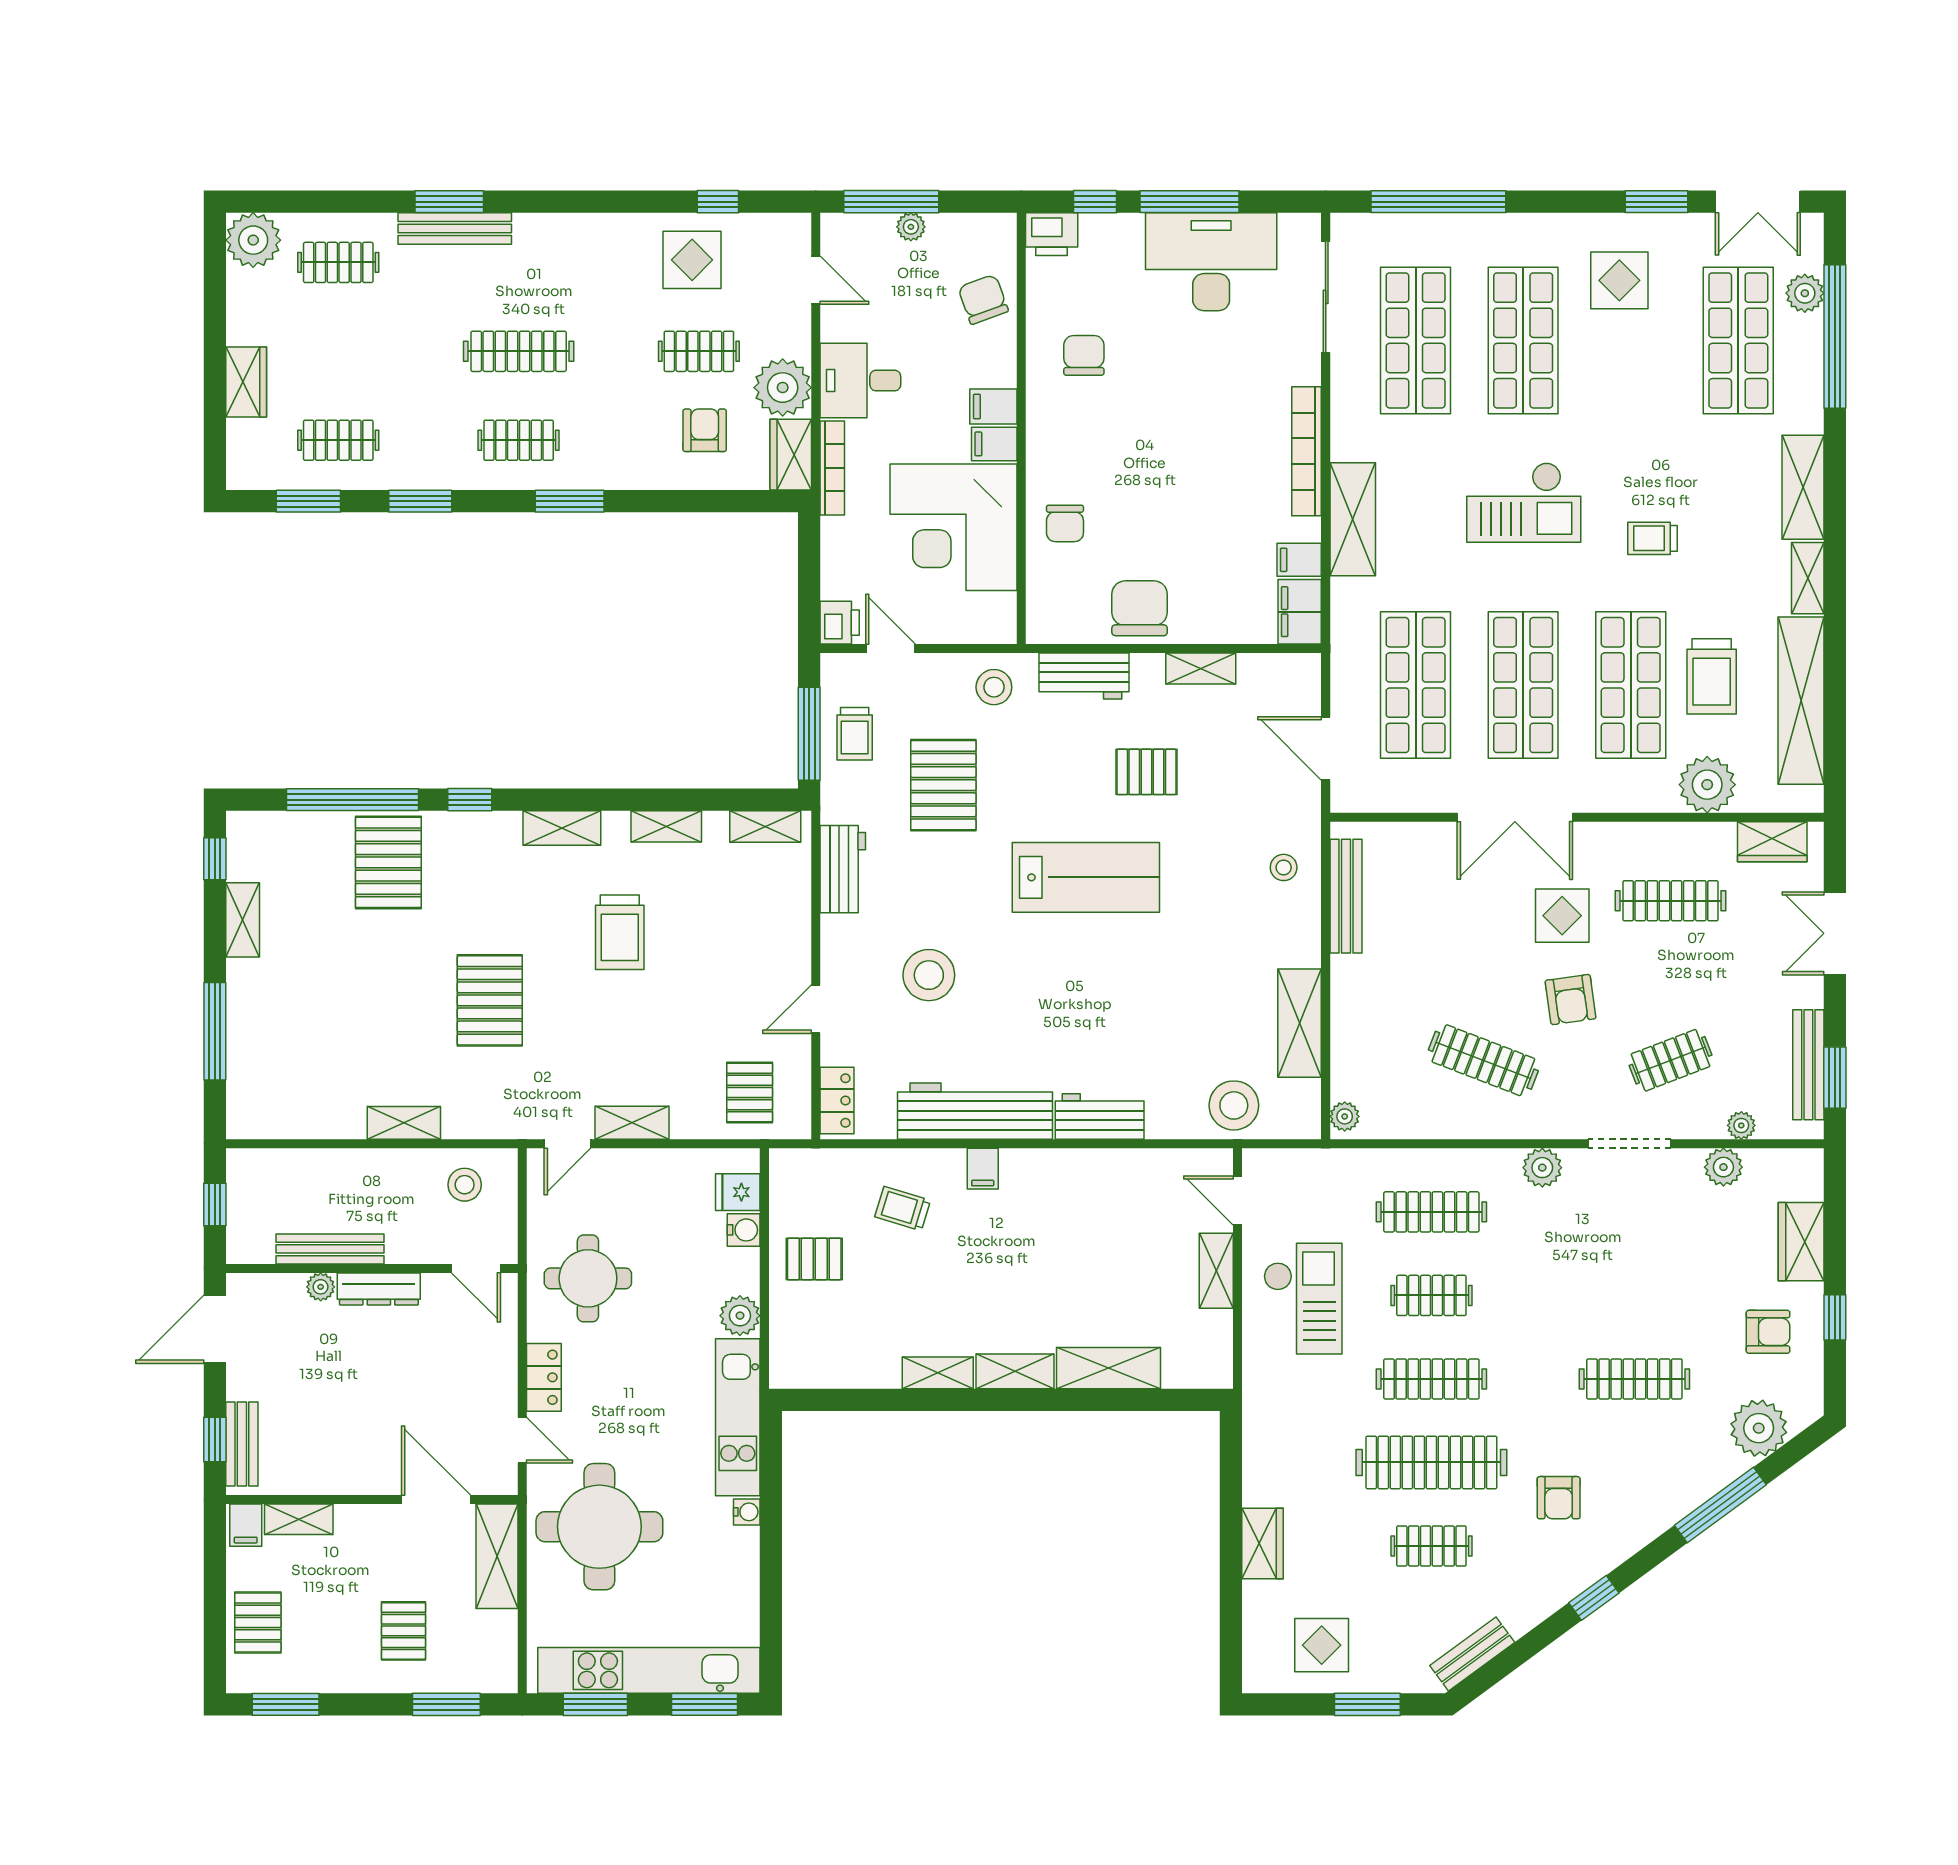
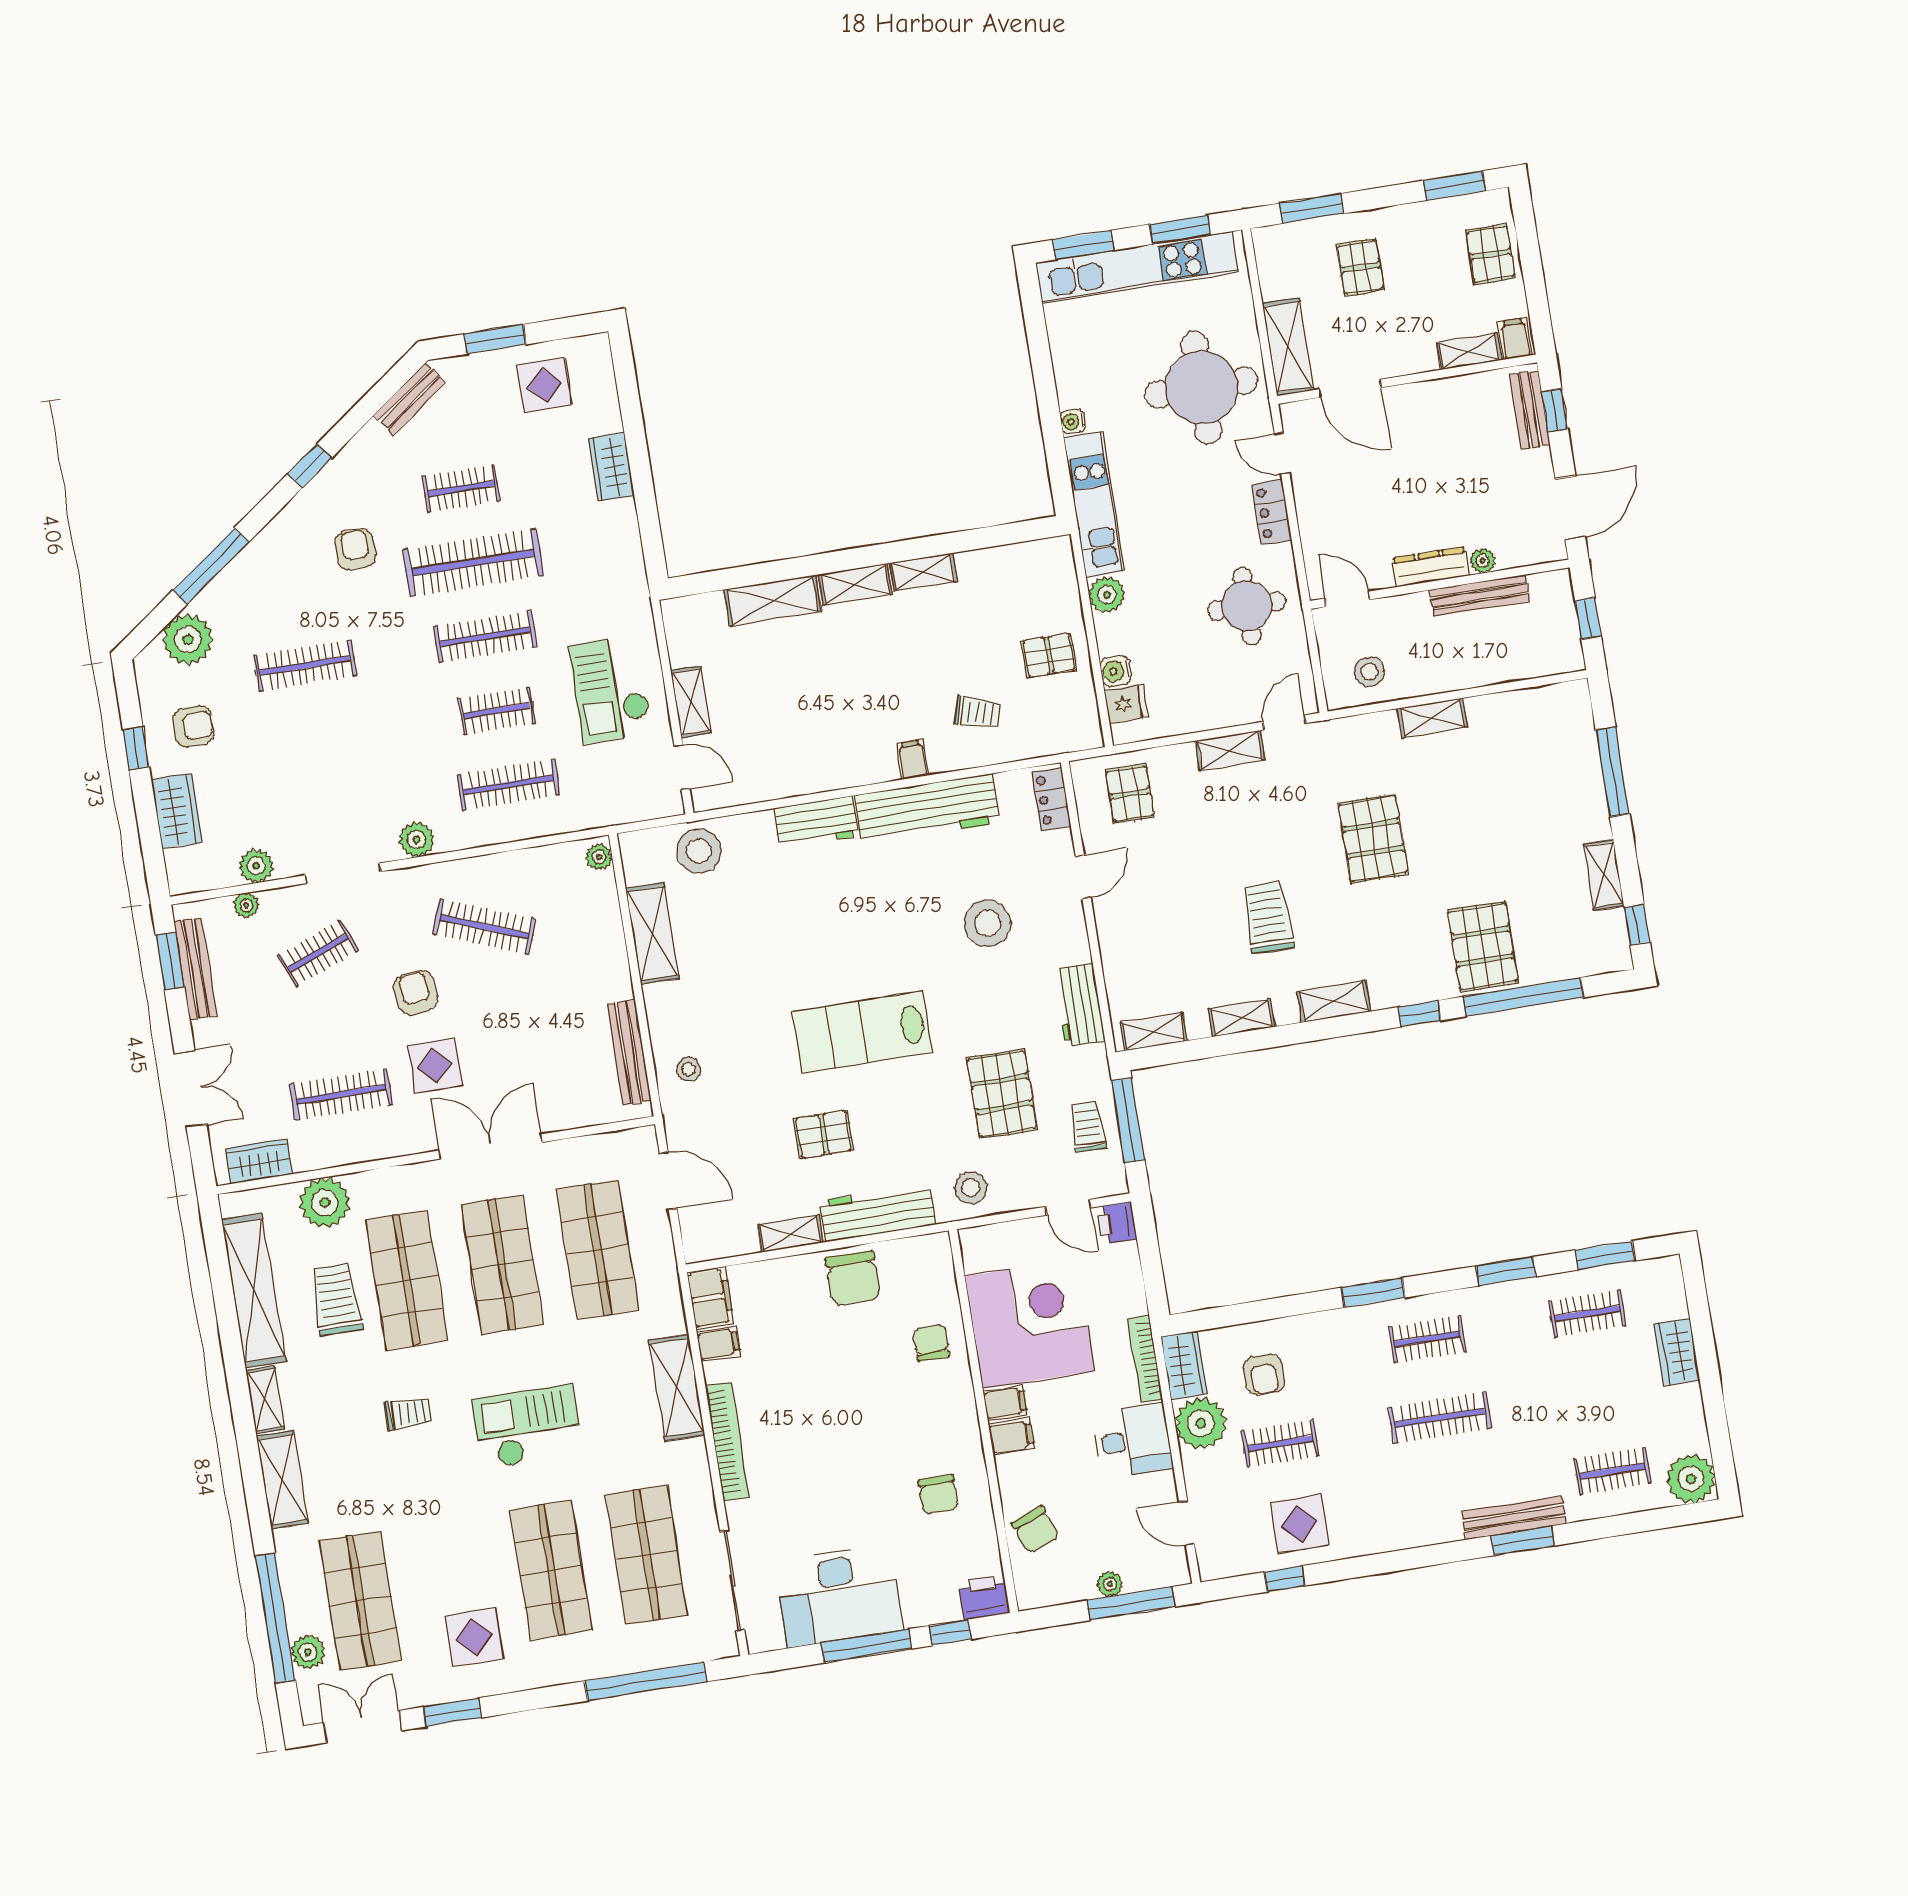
workbench: (1084, 676) -> (878, 1213), width x1.38
armchair: (1768, 1332) -> (193, 726), turned 180

